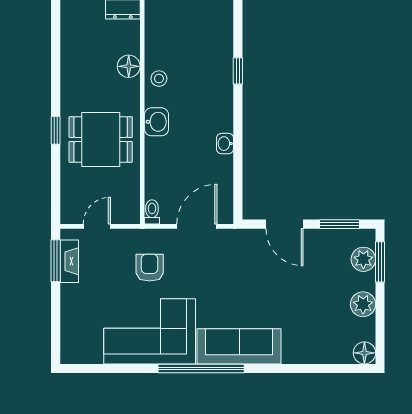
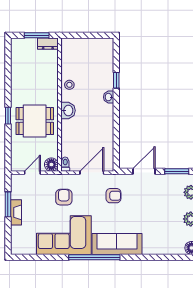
floor lamp: (129, 66) -> (51, 165), moved
washbasin: (225, 144) -> (109, 97), moved
door: (284, 224) -> (144, 171), swing flipped
window: (56, 261) -> (8, 204), moved
fireplace: (69, 261) -> (16, 212), moved
armchair: (233, 265) -> (113, 196), added

